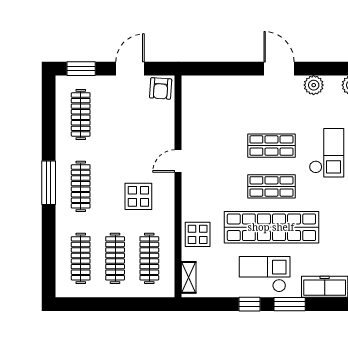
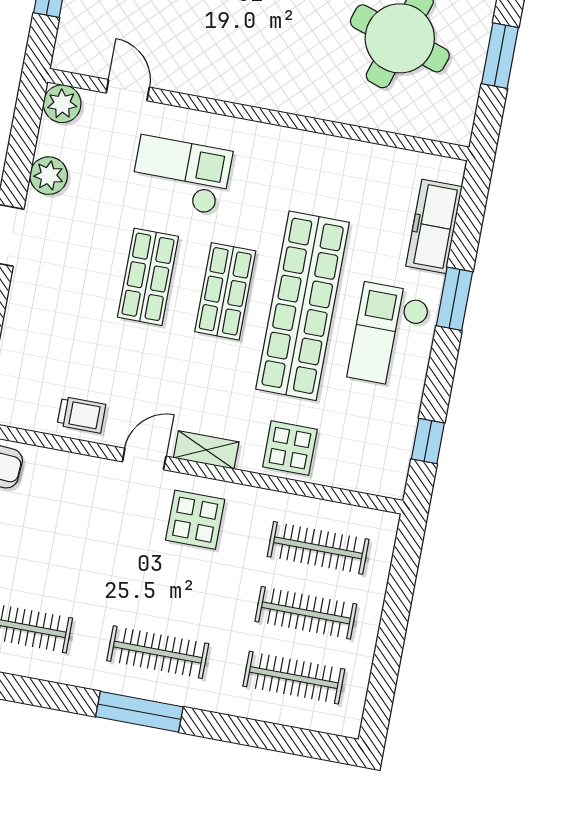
trolley: (195, 125) -> (81, 415), added
door: (178, 161) -> (144, 459), swing flipped
display table: (138, 196) -> (195, 520), moved
shelving: (189, 277) -> (206, 450), moved
window: (250, 304) -> (428, 441), moved

